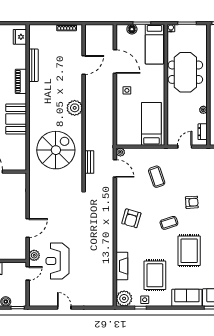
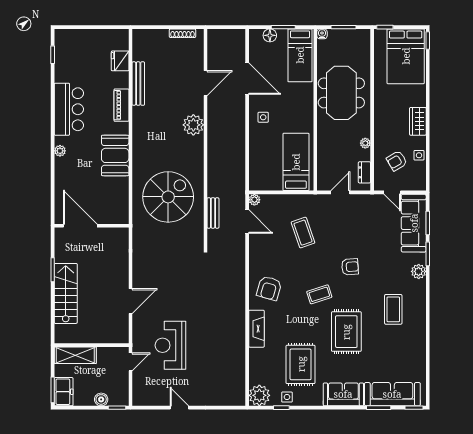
fridge: (20, 37) -> (120, 61), moved
plant: (75, 108) -> (193, 125), moved
plant: (34, 255) -> (139, 338), removed
fireplace: (122, 266) -> (256, 329), moved

